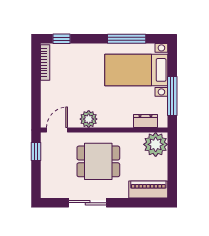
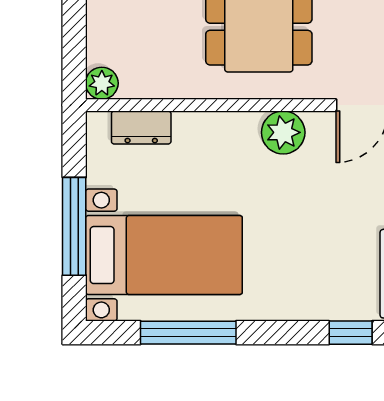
window: (172, 96) -> (74, 226), moved
plant: (156, 144) -> (102, 83), width x0.53, depth x0.53

